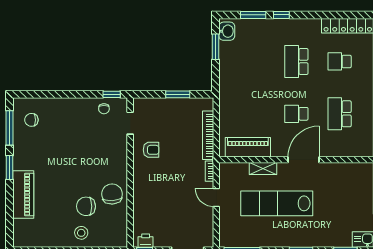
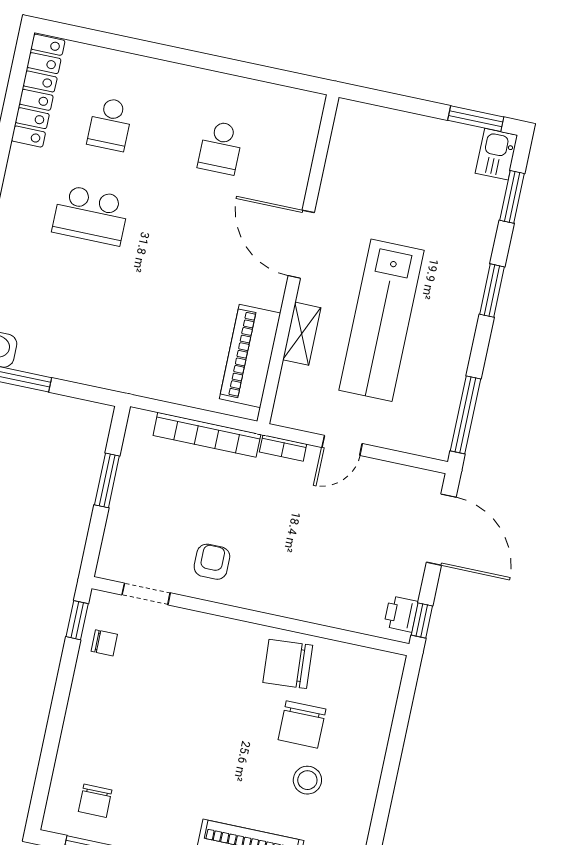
school desk: (296, 114) -> (201, 239), removed
school desk: (340, 114) -> (221, 148), width x0.54
stool: (81, 233) -> (307, 780), moved

